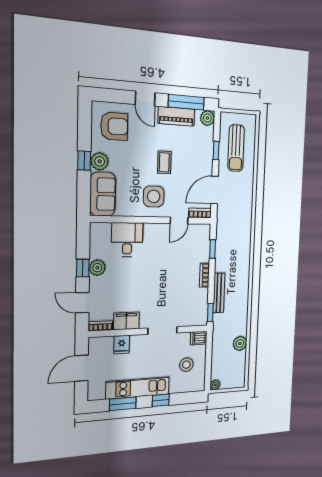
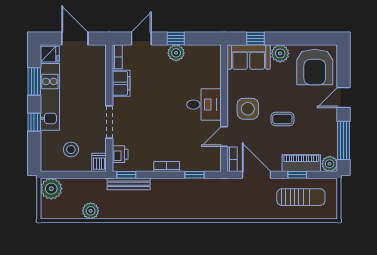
piano: (176, 116) -> (301, 163), moved, turned 90
armchair: (114, 126) -> (315, 67), width x1.36, depth x1.36
sun lounger: (236, 148) -> (301, 197), turned 180
window: (84, 161) -> (256, 38), moved
door: (179, 220) -> (224, 136), hinge flipped
desk: (127, 240) -> (204, 105), moved
bench: (219, 293) -> (129, 184), moved
printer: (192, 319) -> (120, 154), added
fridge: (122, 345) -> (50, 54), moved, turned 180
plant: (215, 385) -> (51, 189), width x1.87, depth x1.87

